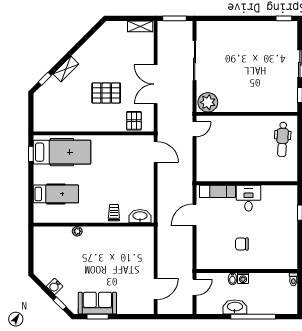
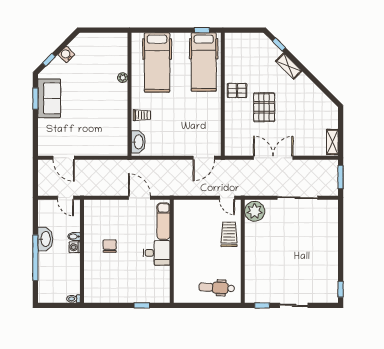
pallet: (134, 121) -> (237, 91), moved
trolley: (230, 127) -> (229, 234), added
hospital bed: (56, 194) -> (157, 62), width x1.37, depth x1.29

